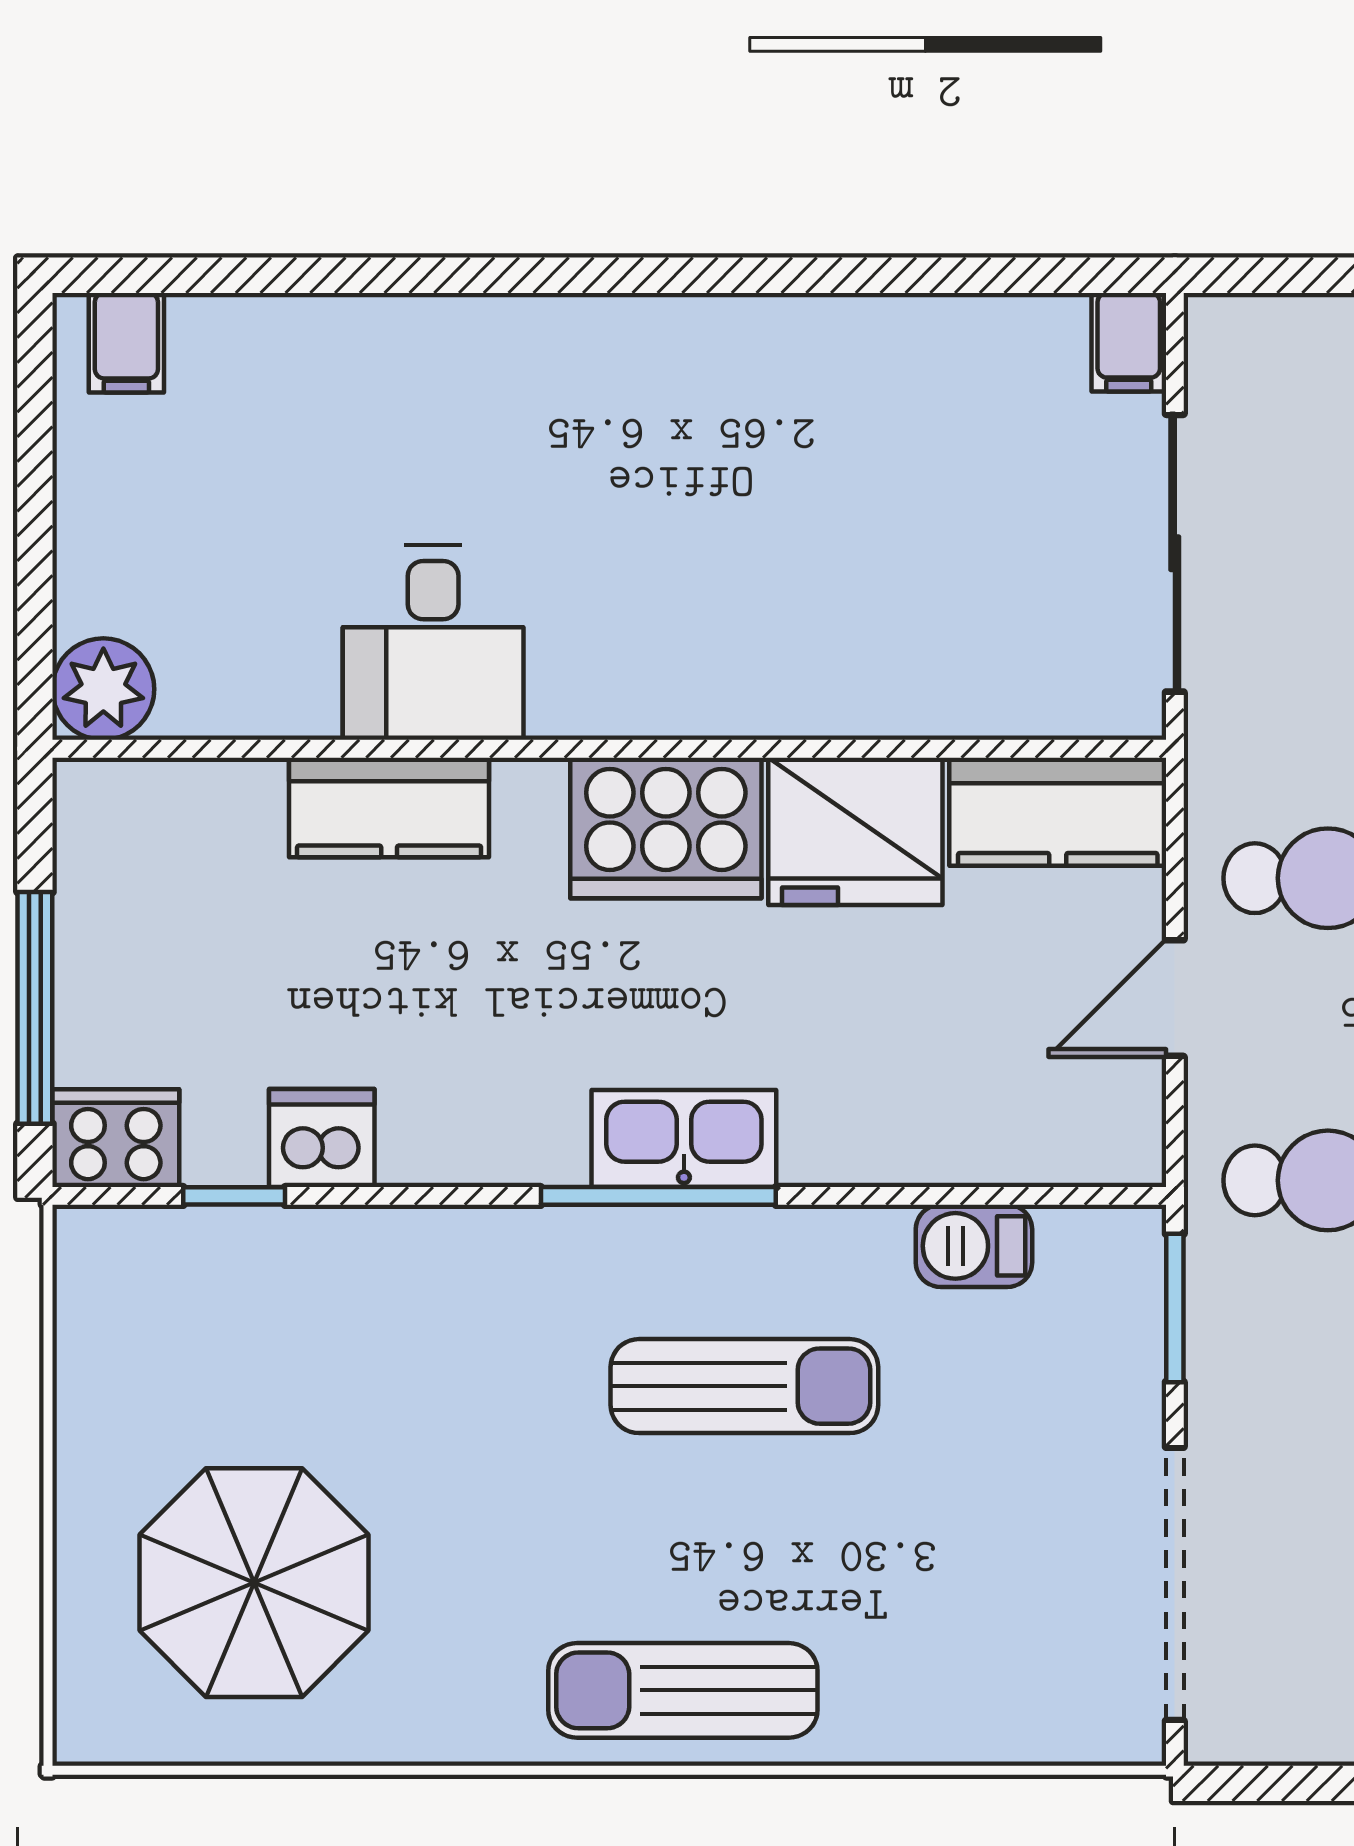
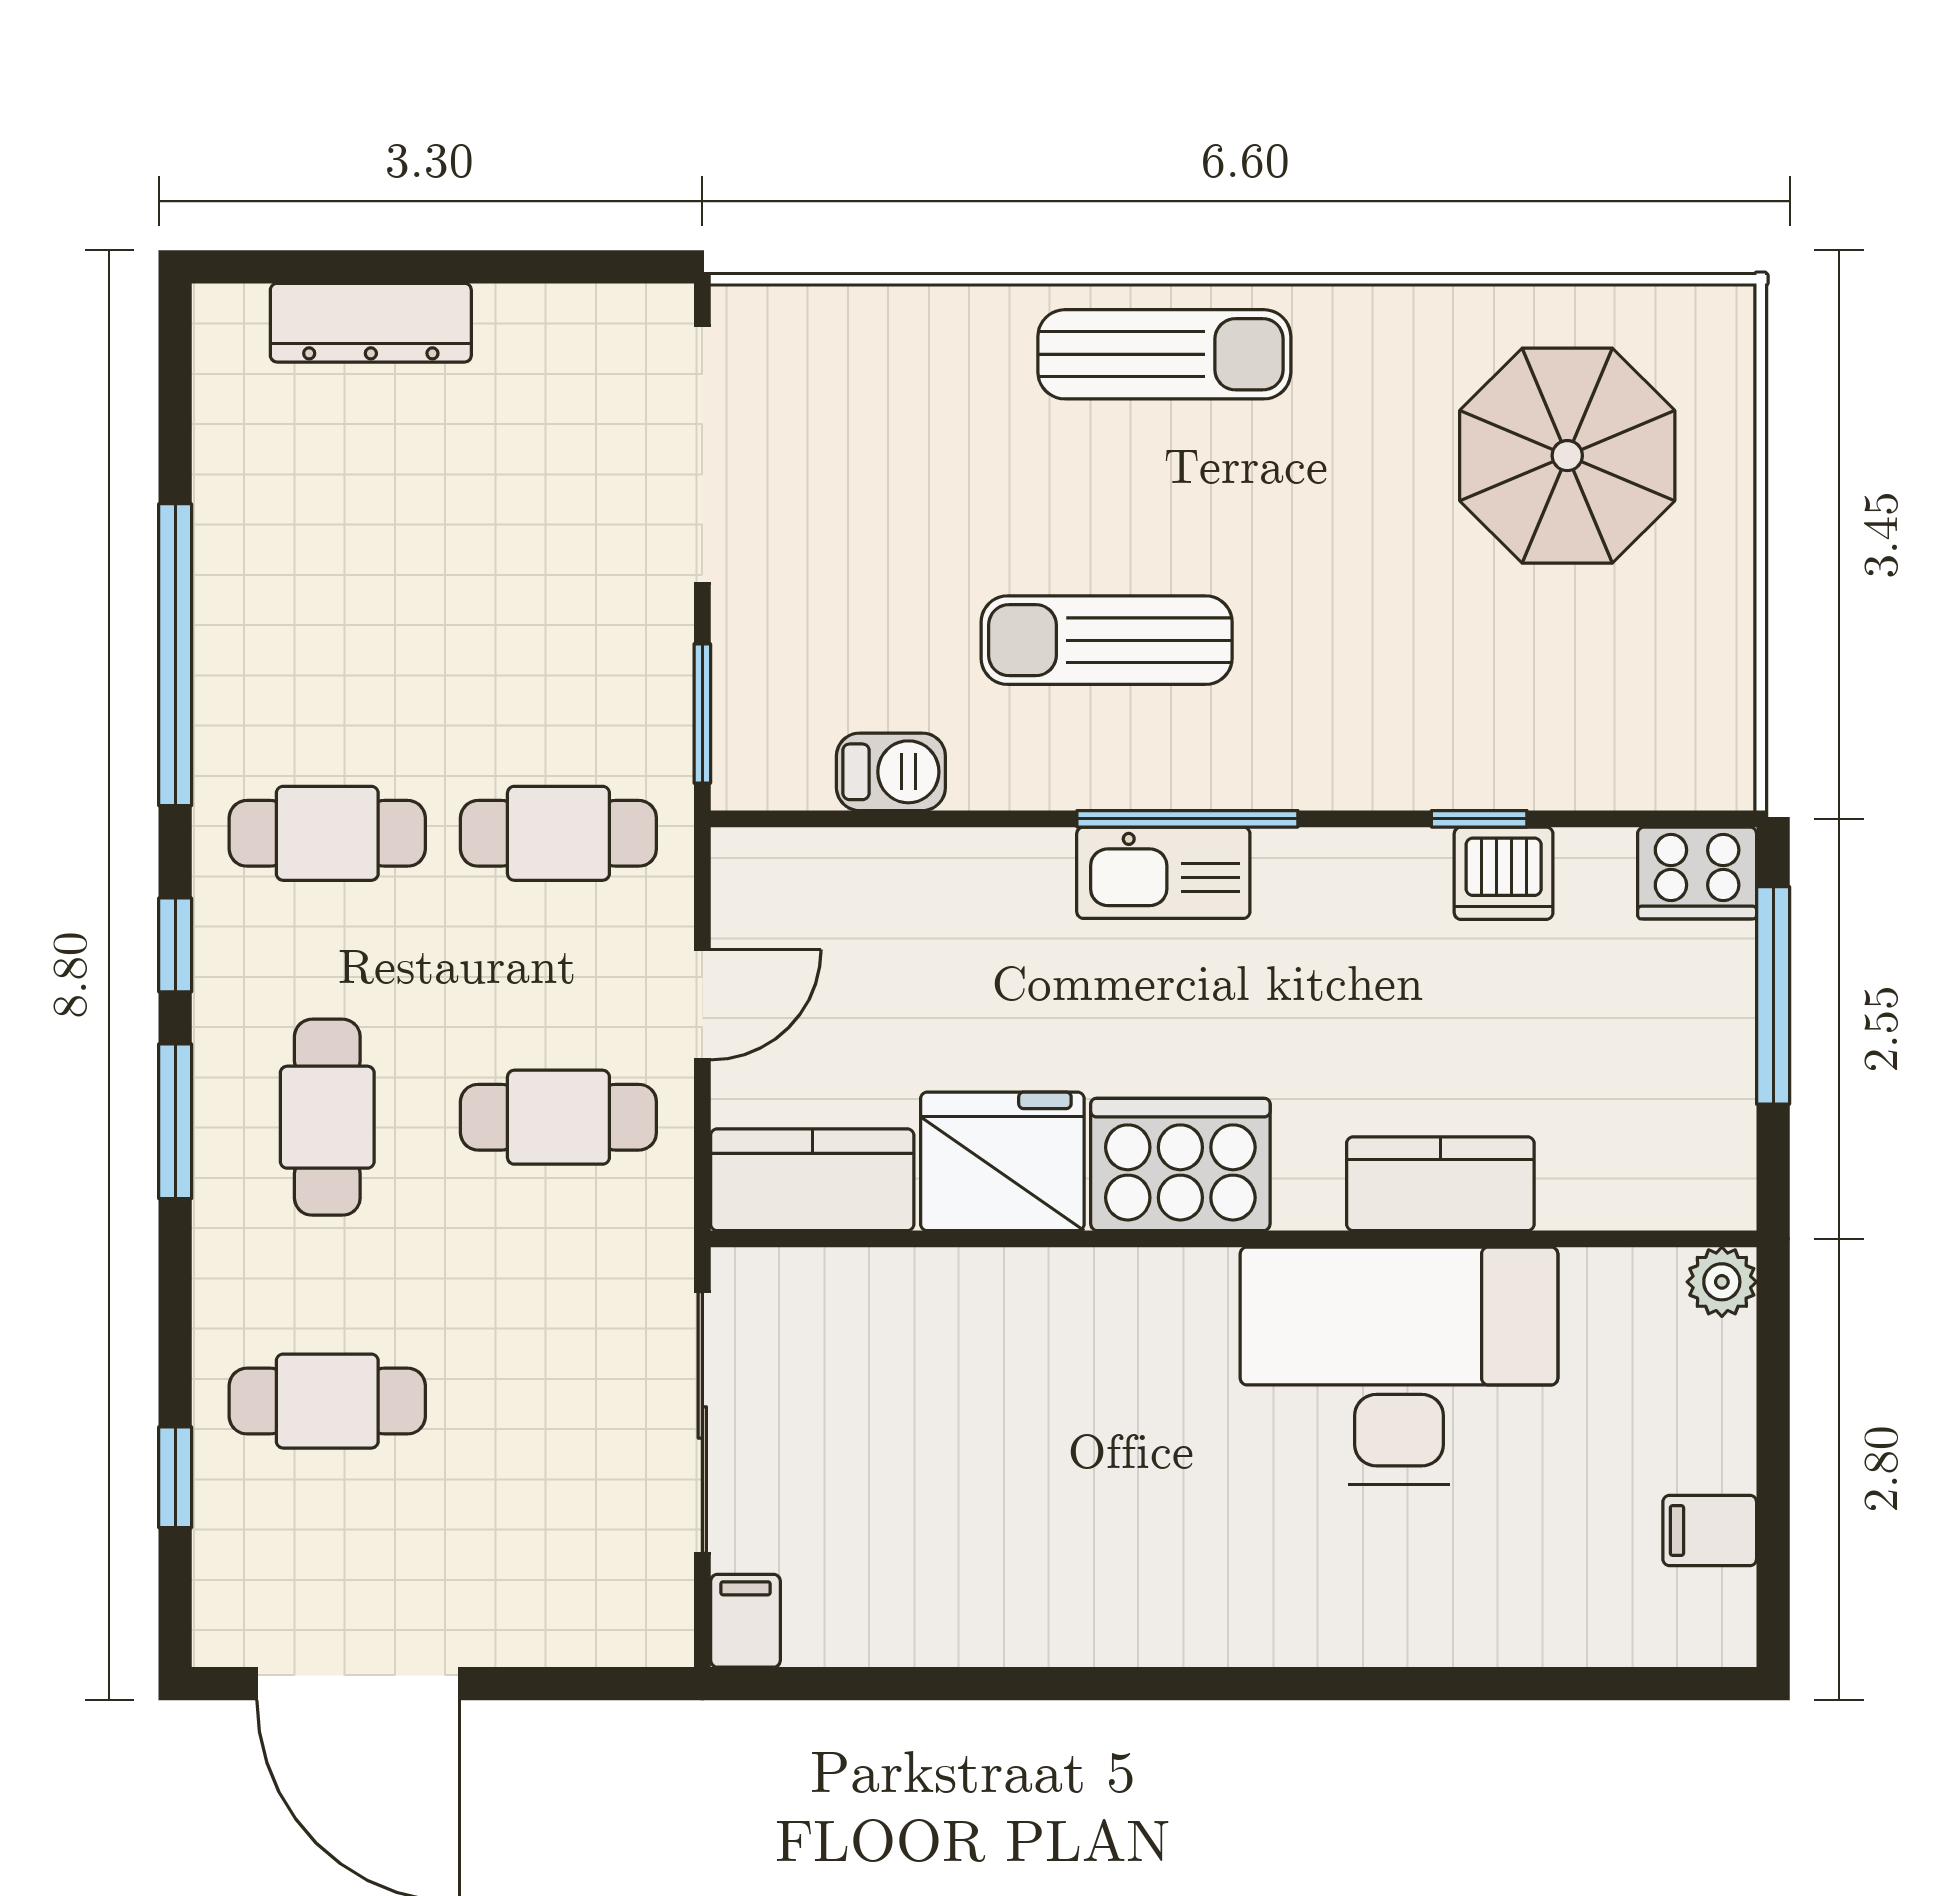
filing cabinet: (126, 343) -> (1710, 1530), moved, turned -90
desk: (433, 643) -> (1399, 1366), width x1.87, depth x1.30
plant: (103, 689) -> (1722, 1282), width x0.73, depth x0.73
window: (234, 1196) -> (1479, 819), moved

